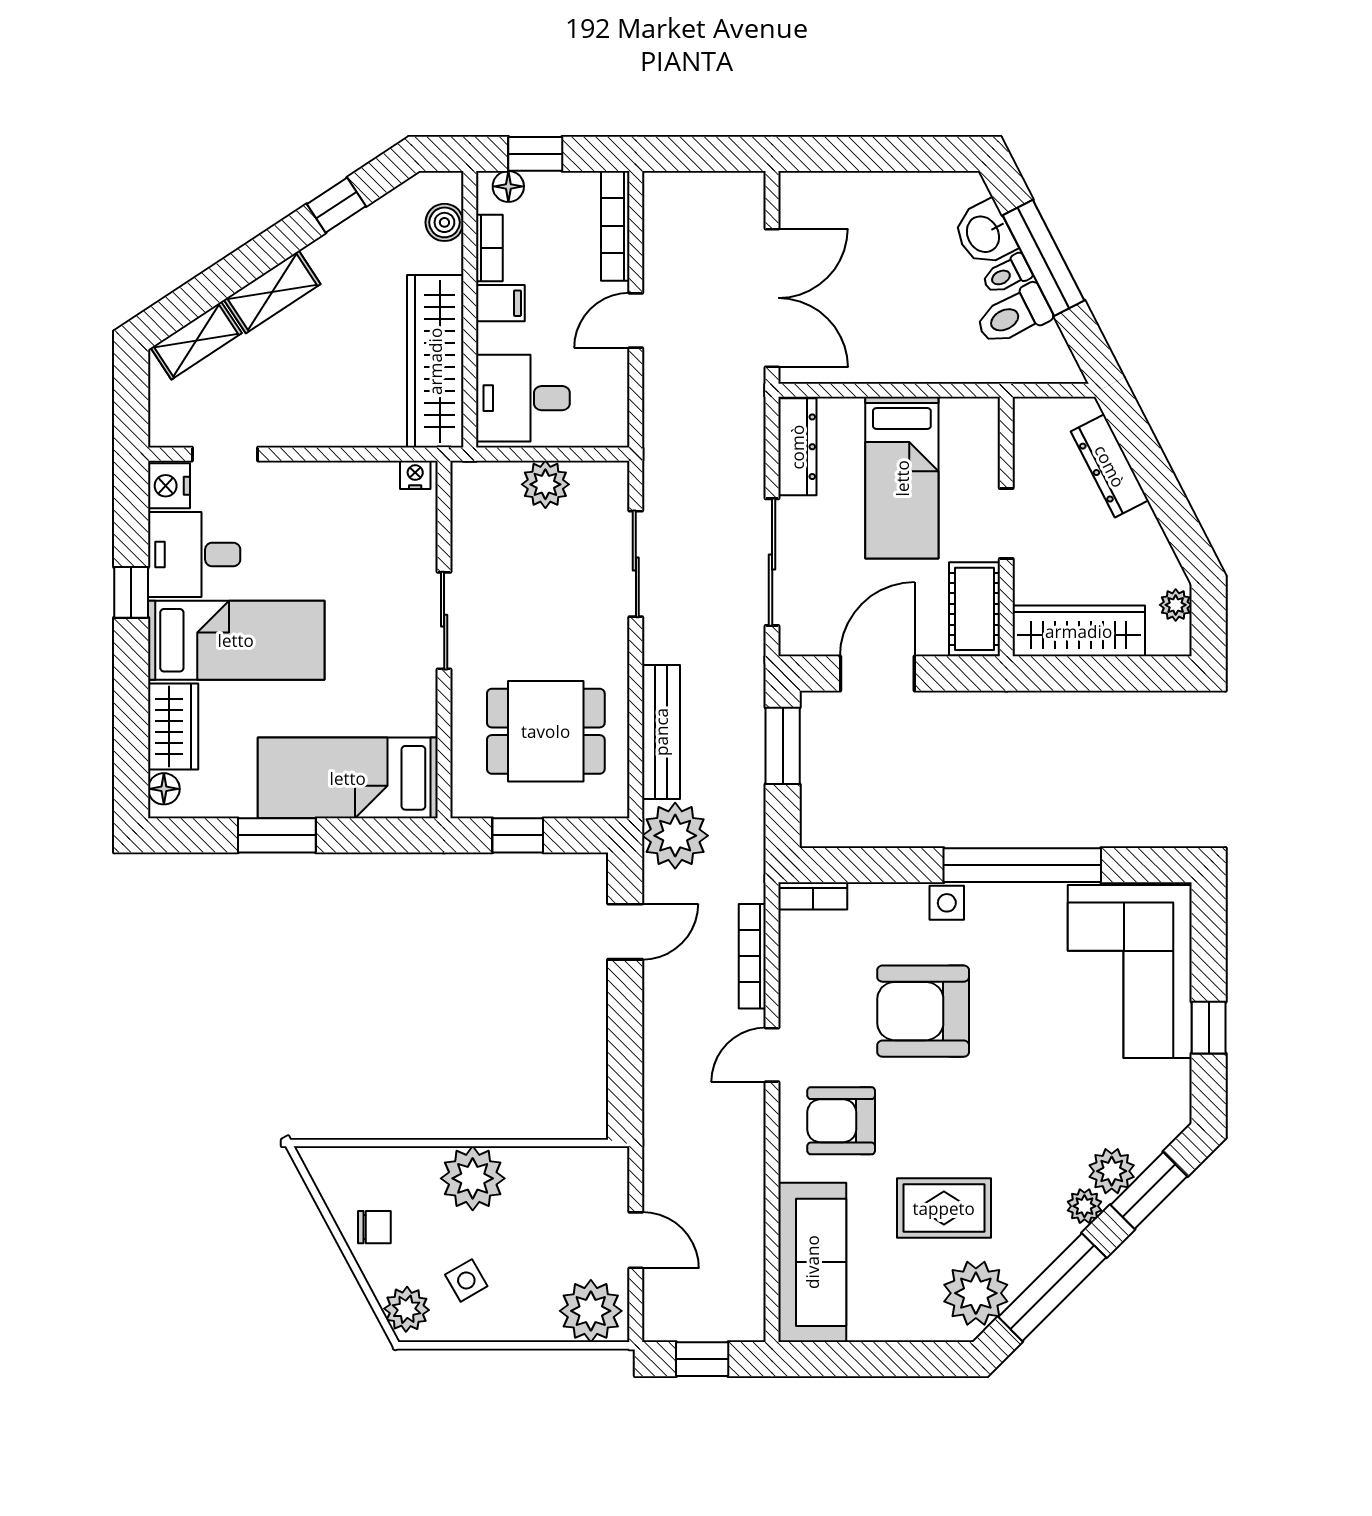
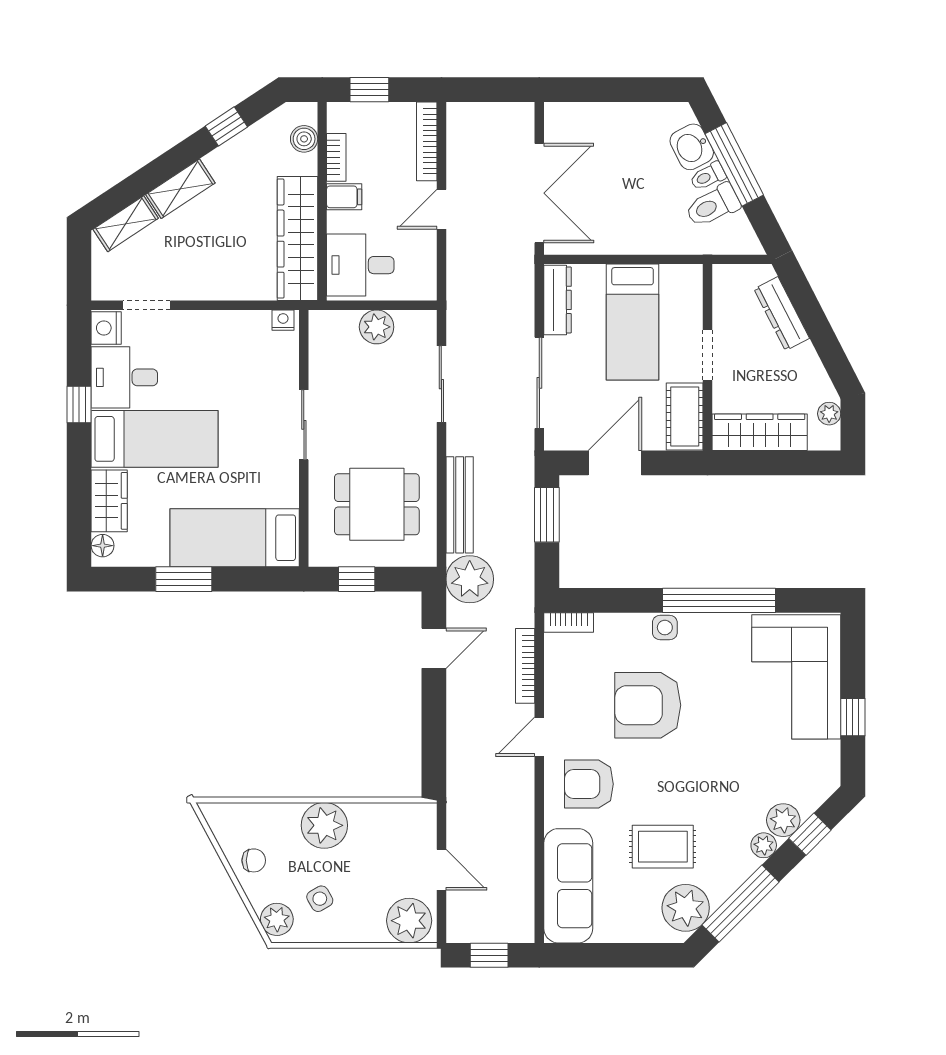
floor lamp: (508, 186) -> (350, 113), removed
window: (1149, 1191) -> (810, 834), width x0.67

